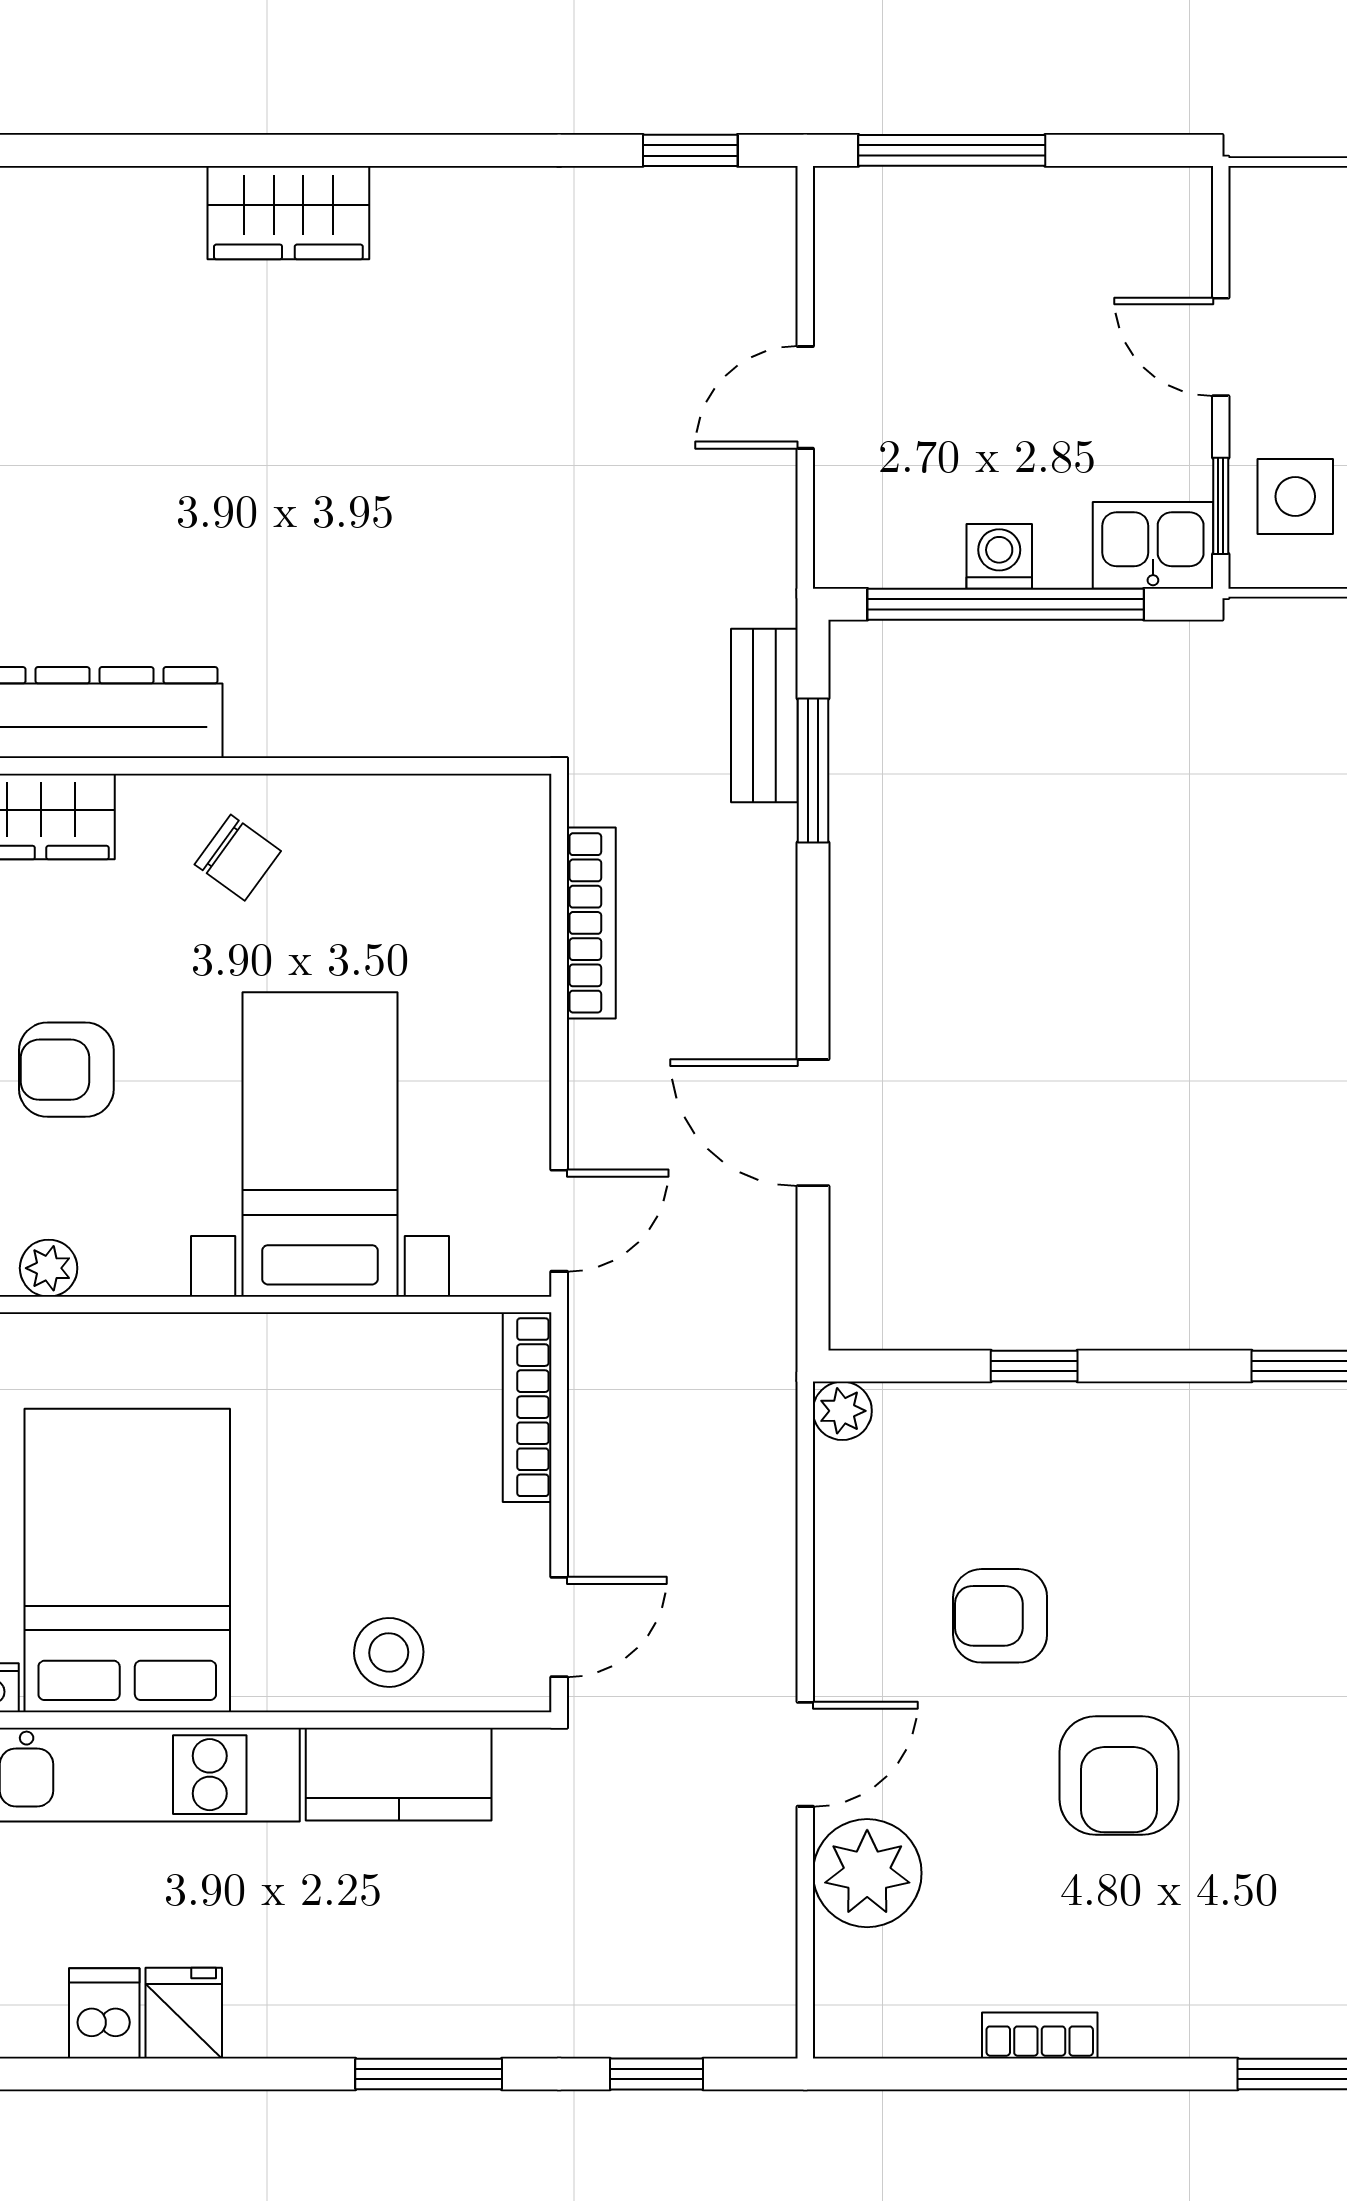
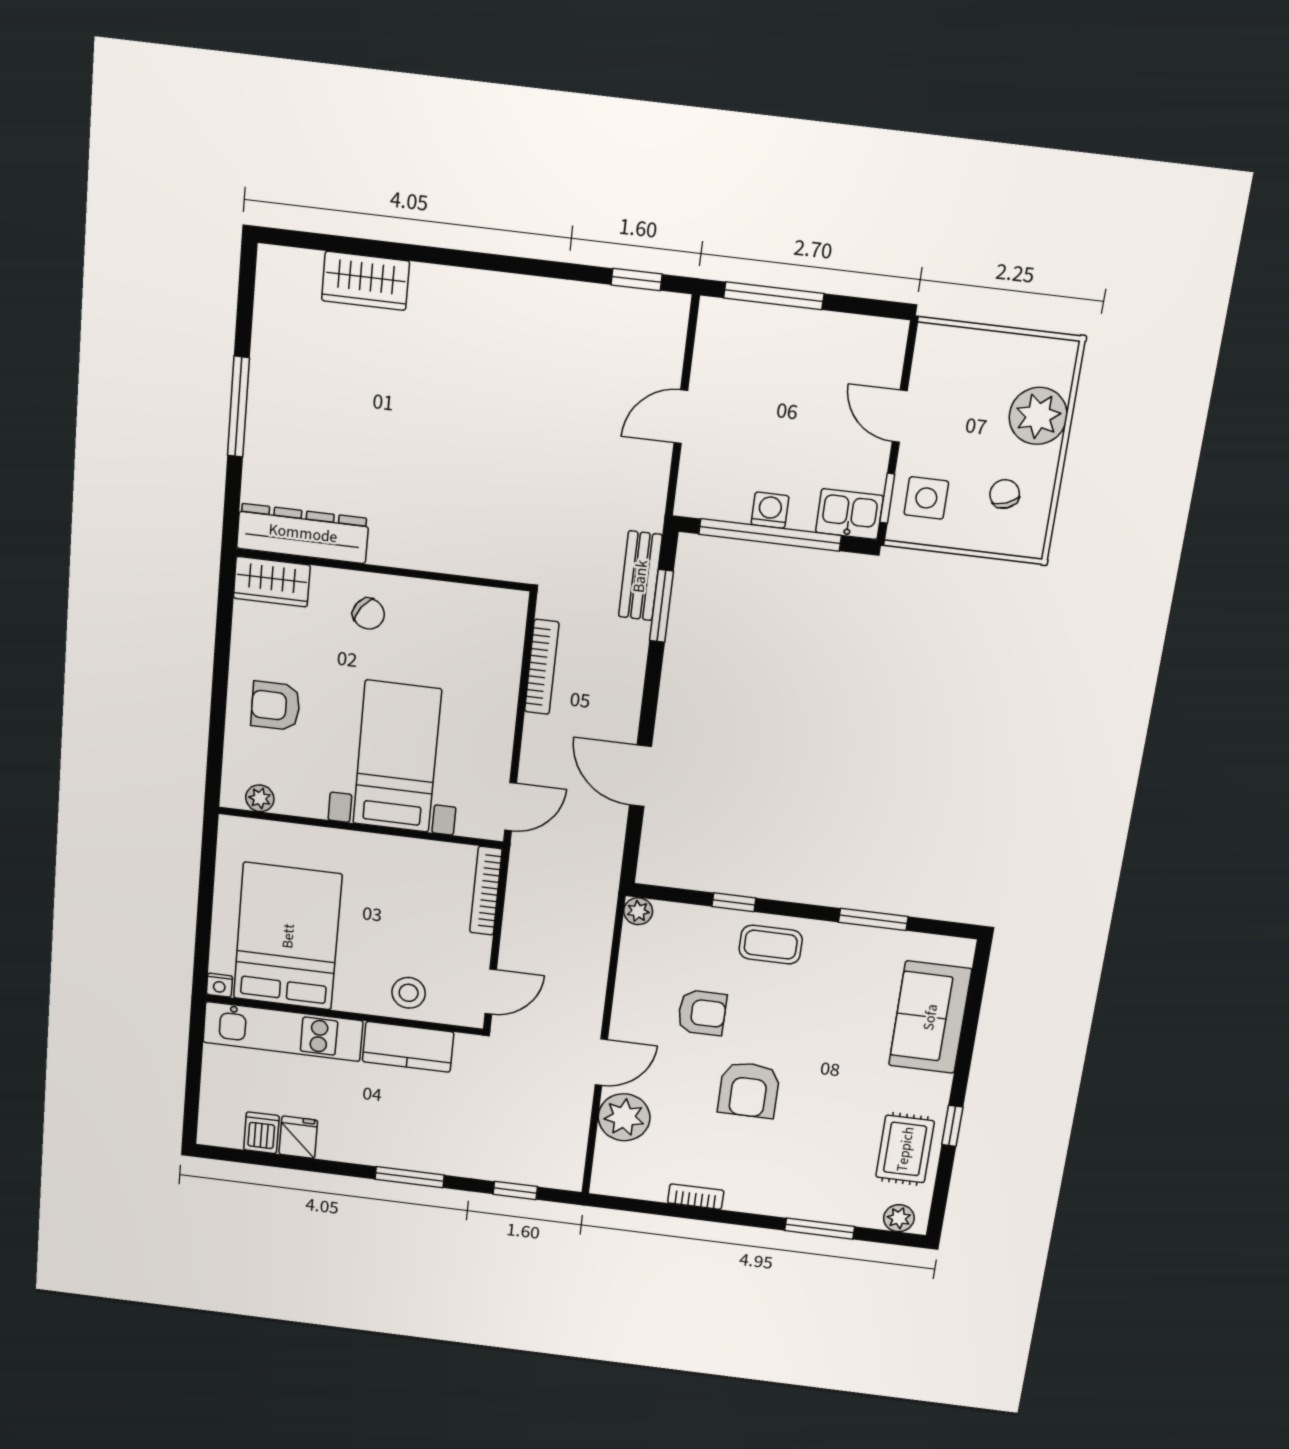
wardrobe: (288, 213) -> (366, 281), moved
coffee table: (1121, 1448) -> (771, 945), added
armchair: (1000, 1616) -> (702, 1013), turned 180

